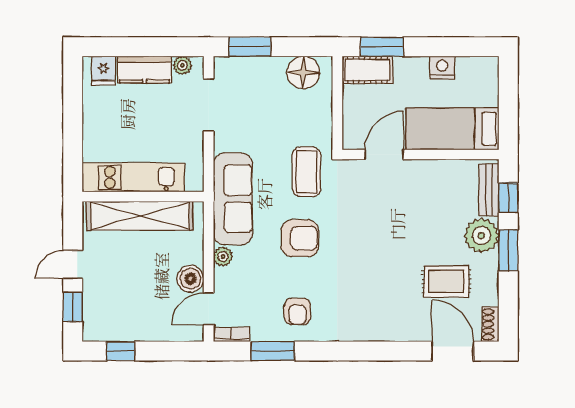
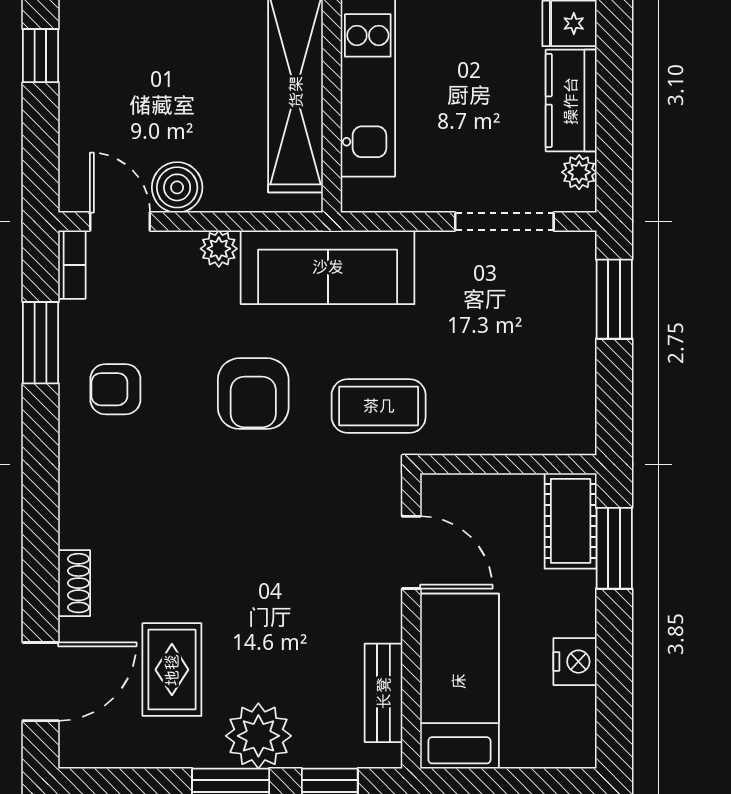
floor lamp: (303, 72) -> (566, 400), removed
bench: (489, 190) -> (384, 693), moved, turned 90
shoe rack: (490, 324) -> (74, 583), moved, turned 90

